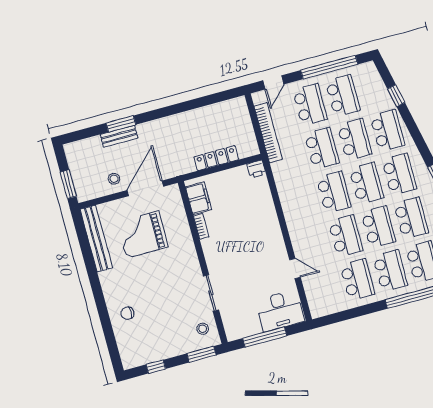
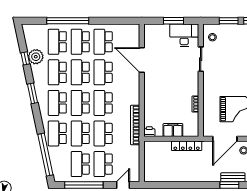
window: (396, 96) -> (45, 155), width x3.17
bookcase: (268, 133) -> (135, 125), moved
locker: (216, 158) -> (187, 146), moved
filing cabinet: (199, 198) -> (173, 130), moved, turned 90
door: (295, 269) -> (142, 60), width x1.87
desk: (280, 311) -> (184, 35), moved
window: (265, 337) -> (174, 21), width x0.69
window: (201, 354) -> (229, 21), moved

